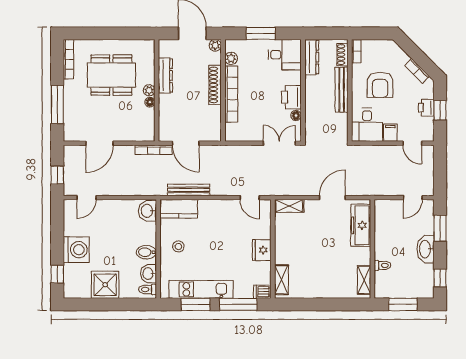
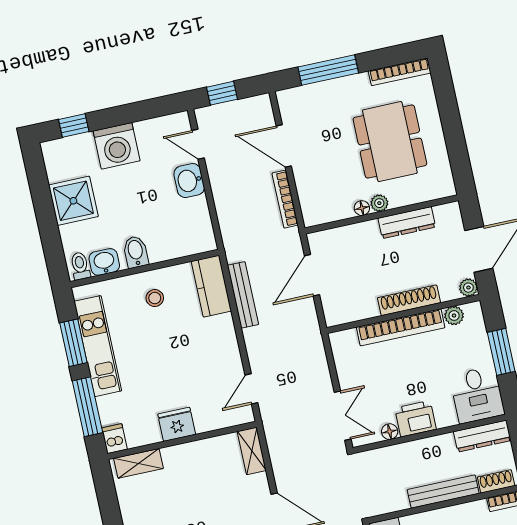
bookcase: (154, 150) -> (285, 199), moved
washbasin: (147, 211) -> (189, 181), moved, turned -90

